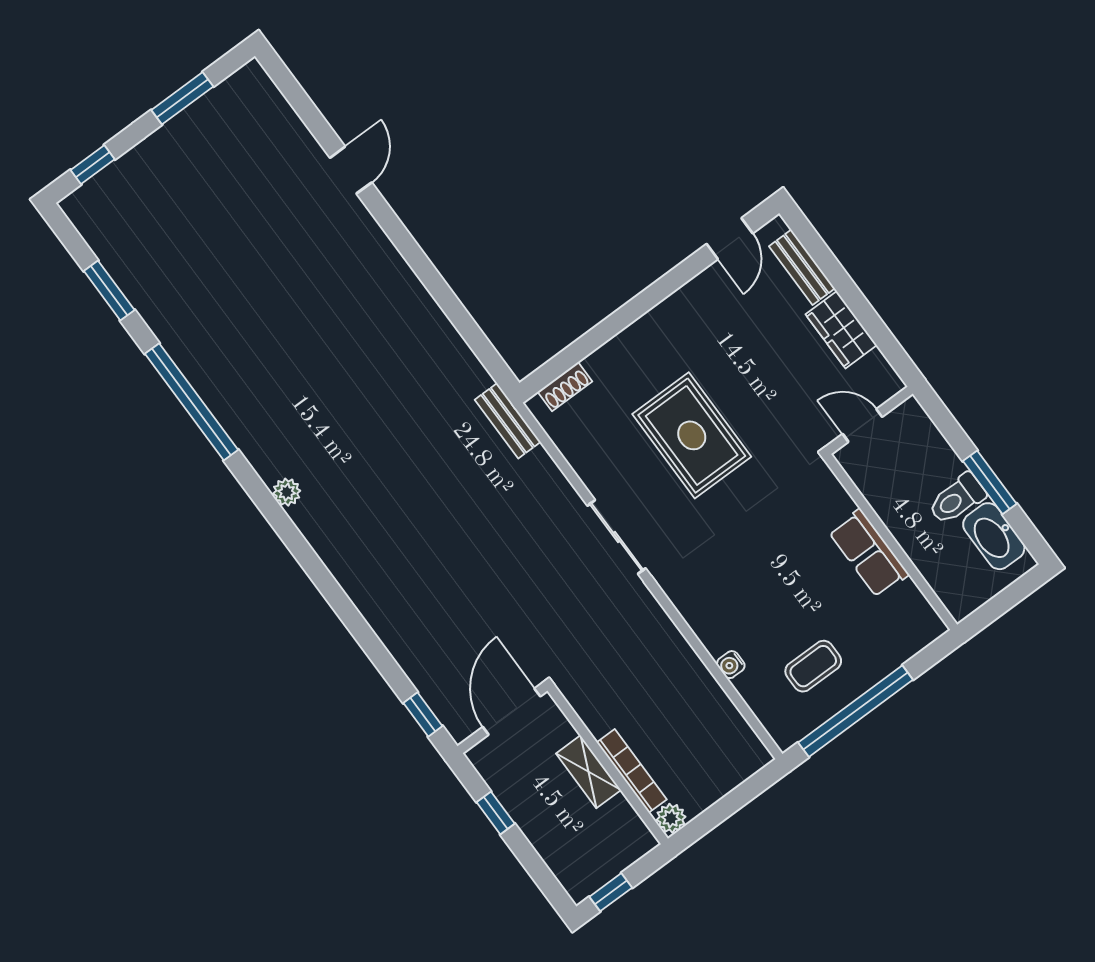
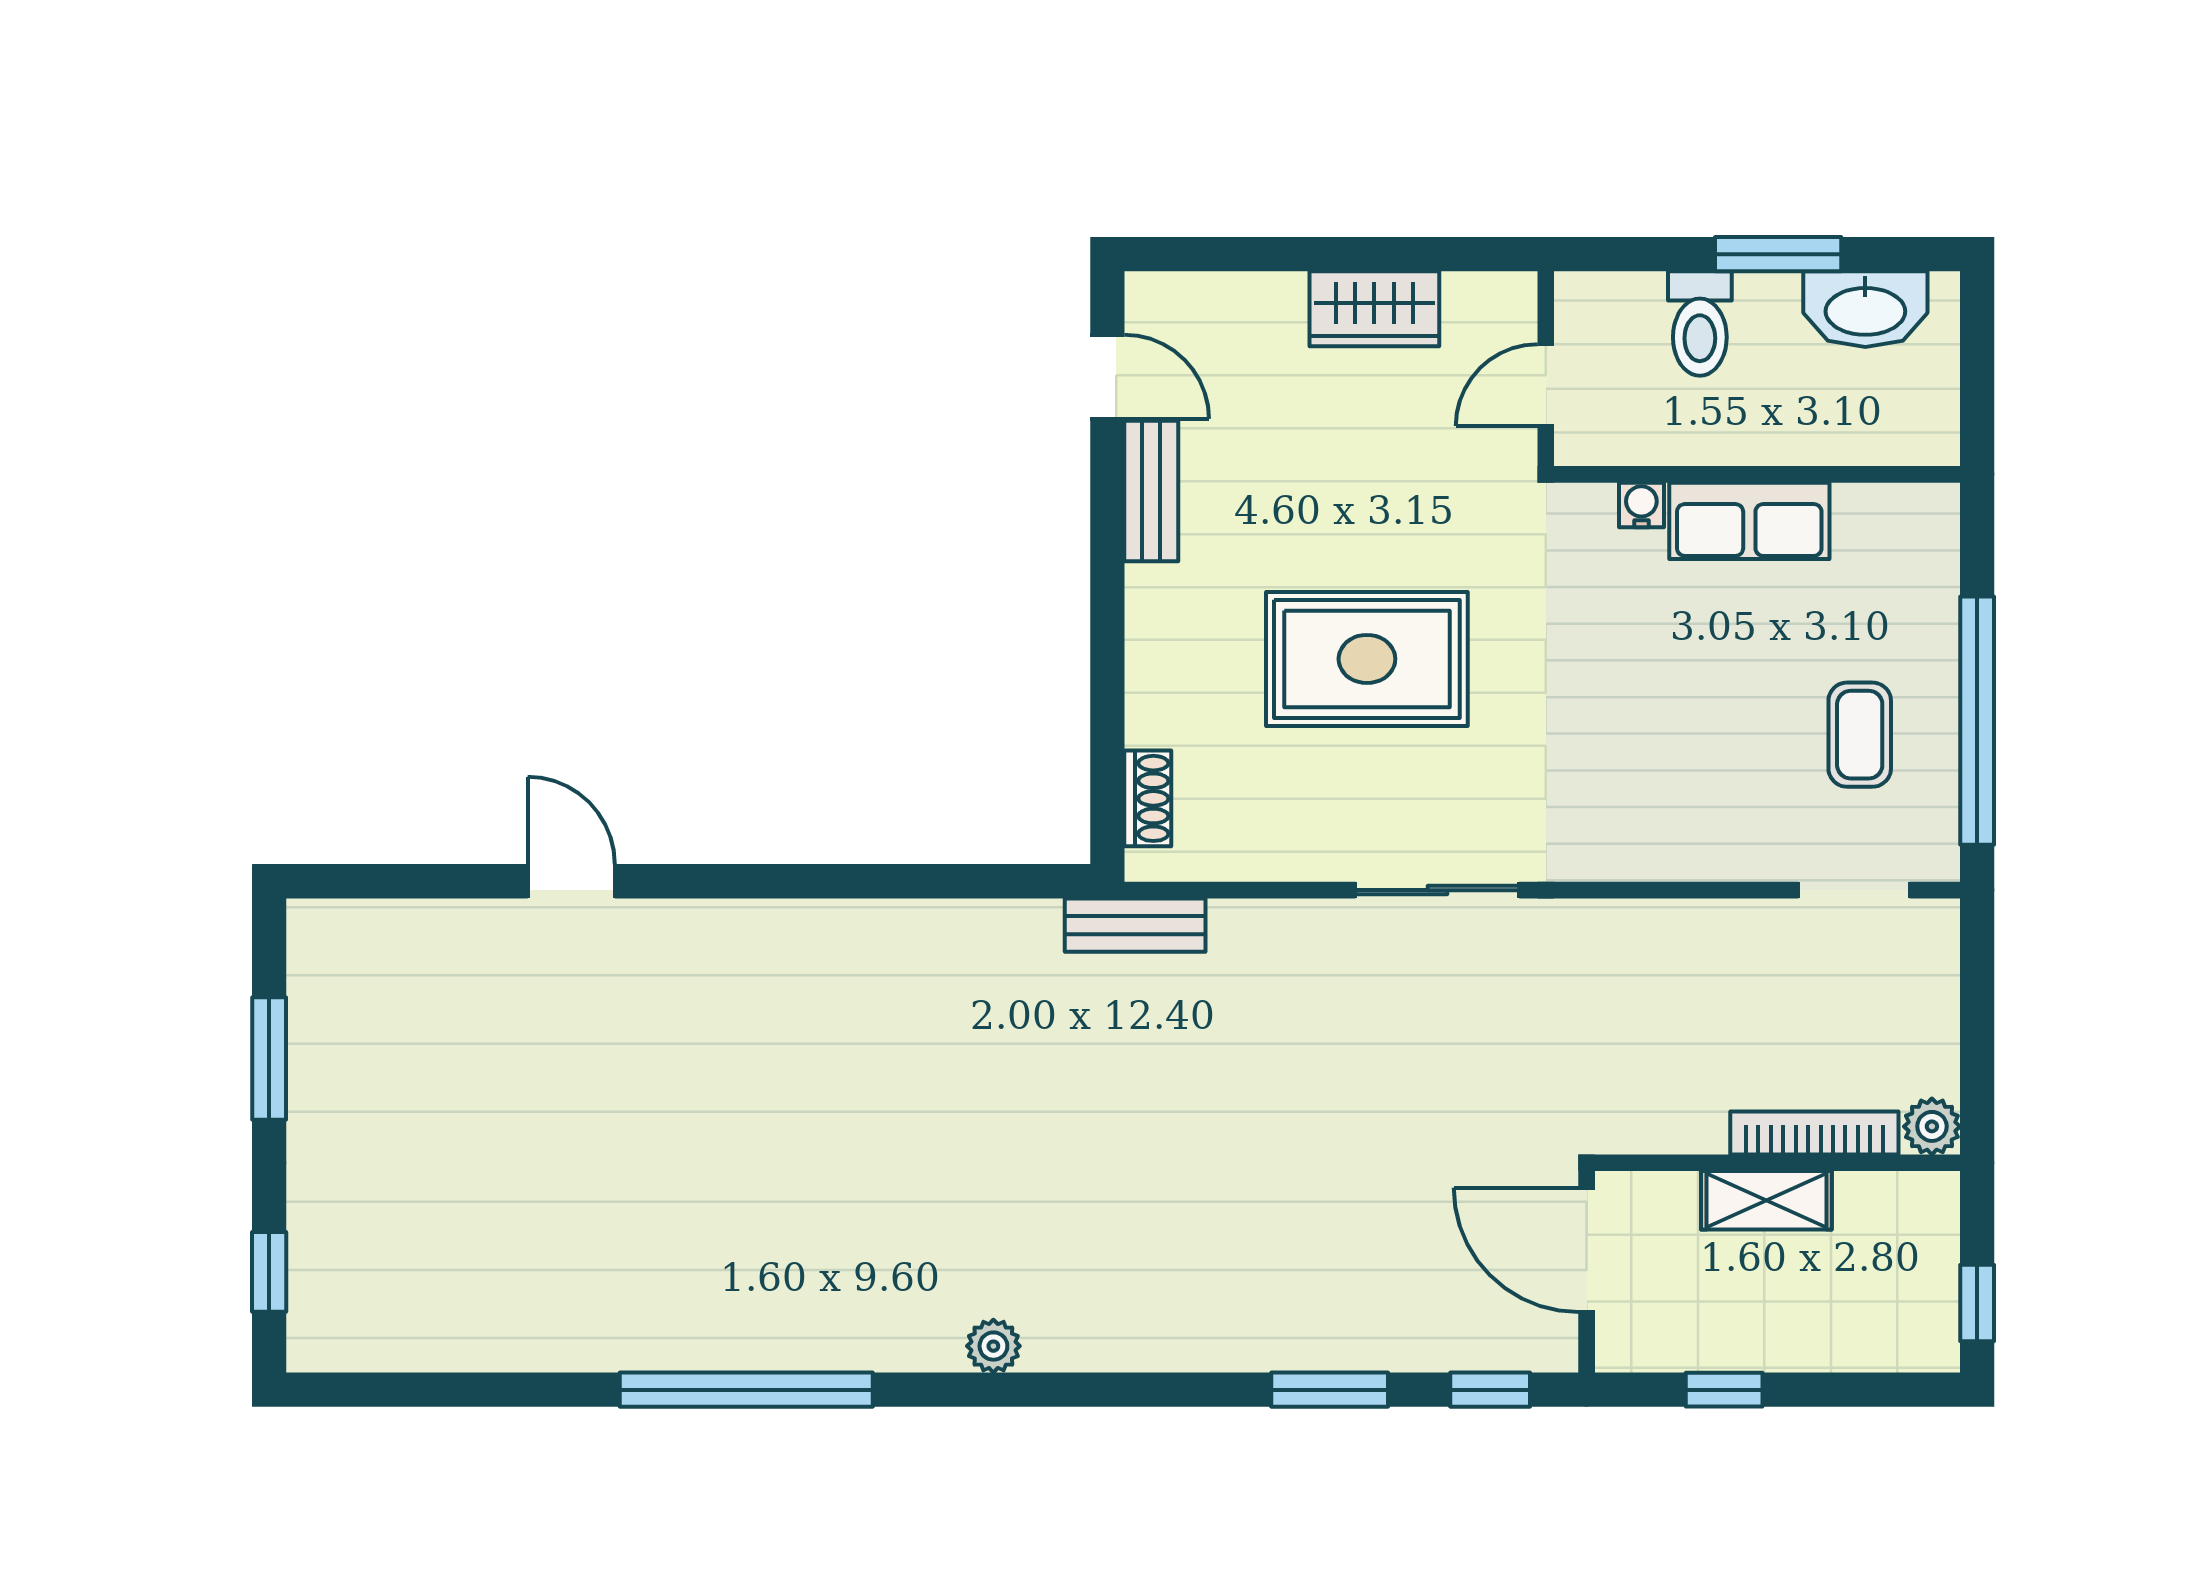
bench: (802, 267) -> (1151, 491), moved, turned 90
window: (109, 291) -> (1330, 1390), moved
toilet: (957, 499) -> (1700, 324), moved
water cooler: (731, 665) -> (1641, 505), moved, turned 180
doorway: (746, 712) -> (1854, 890), added

